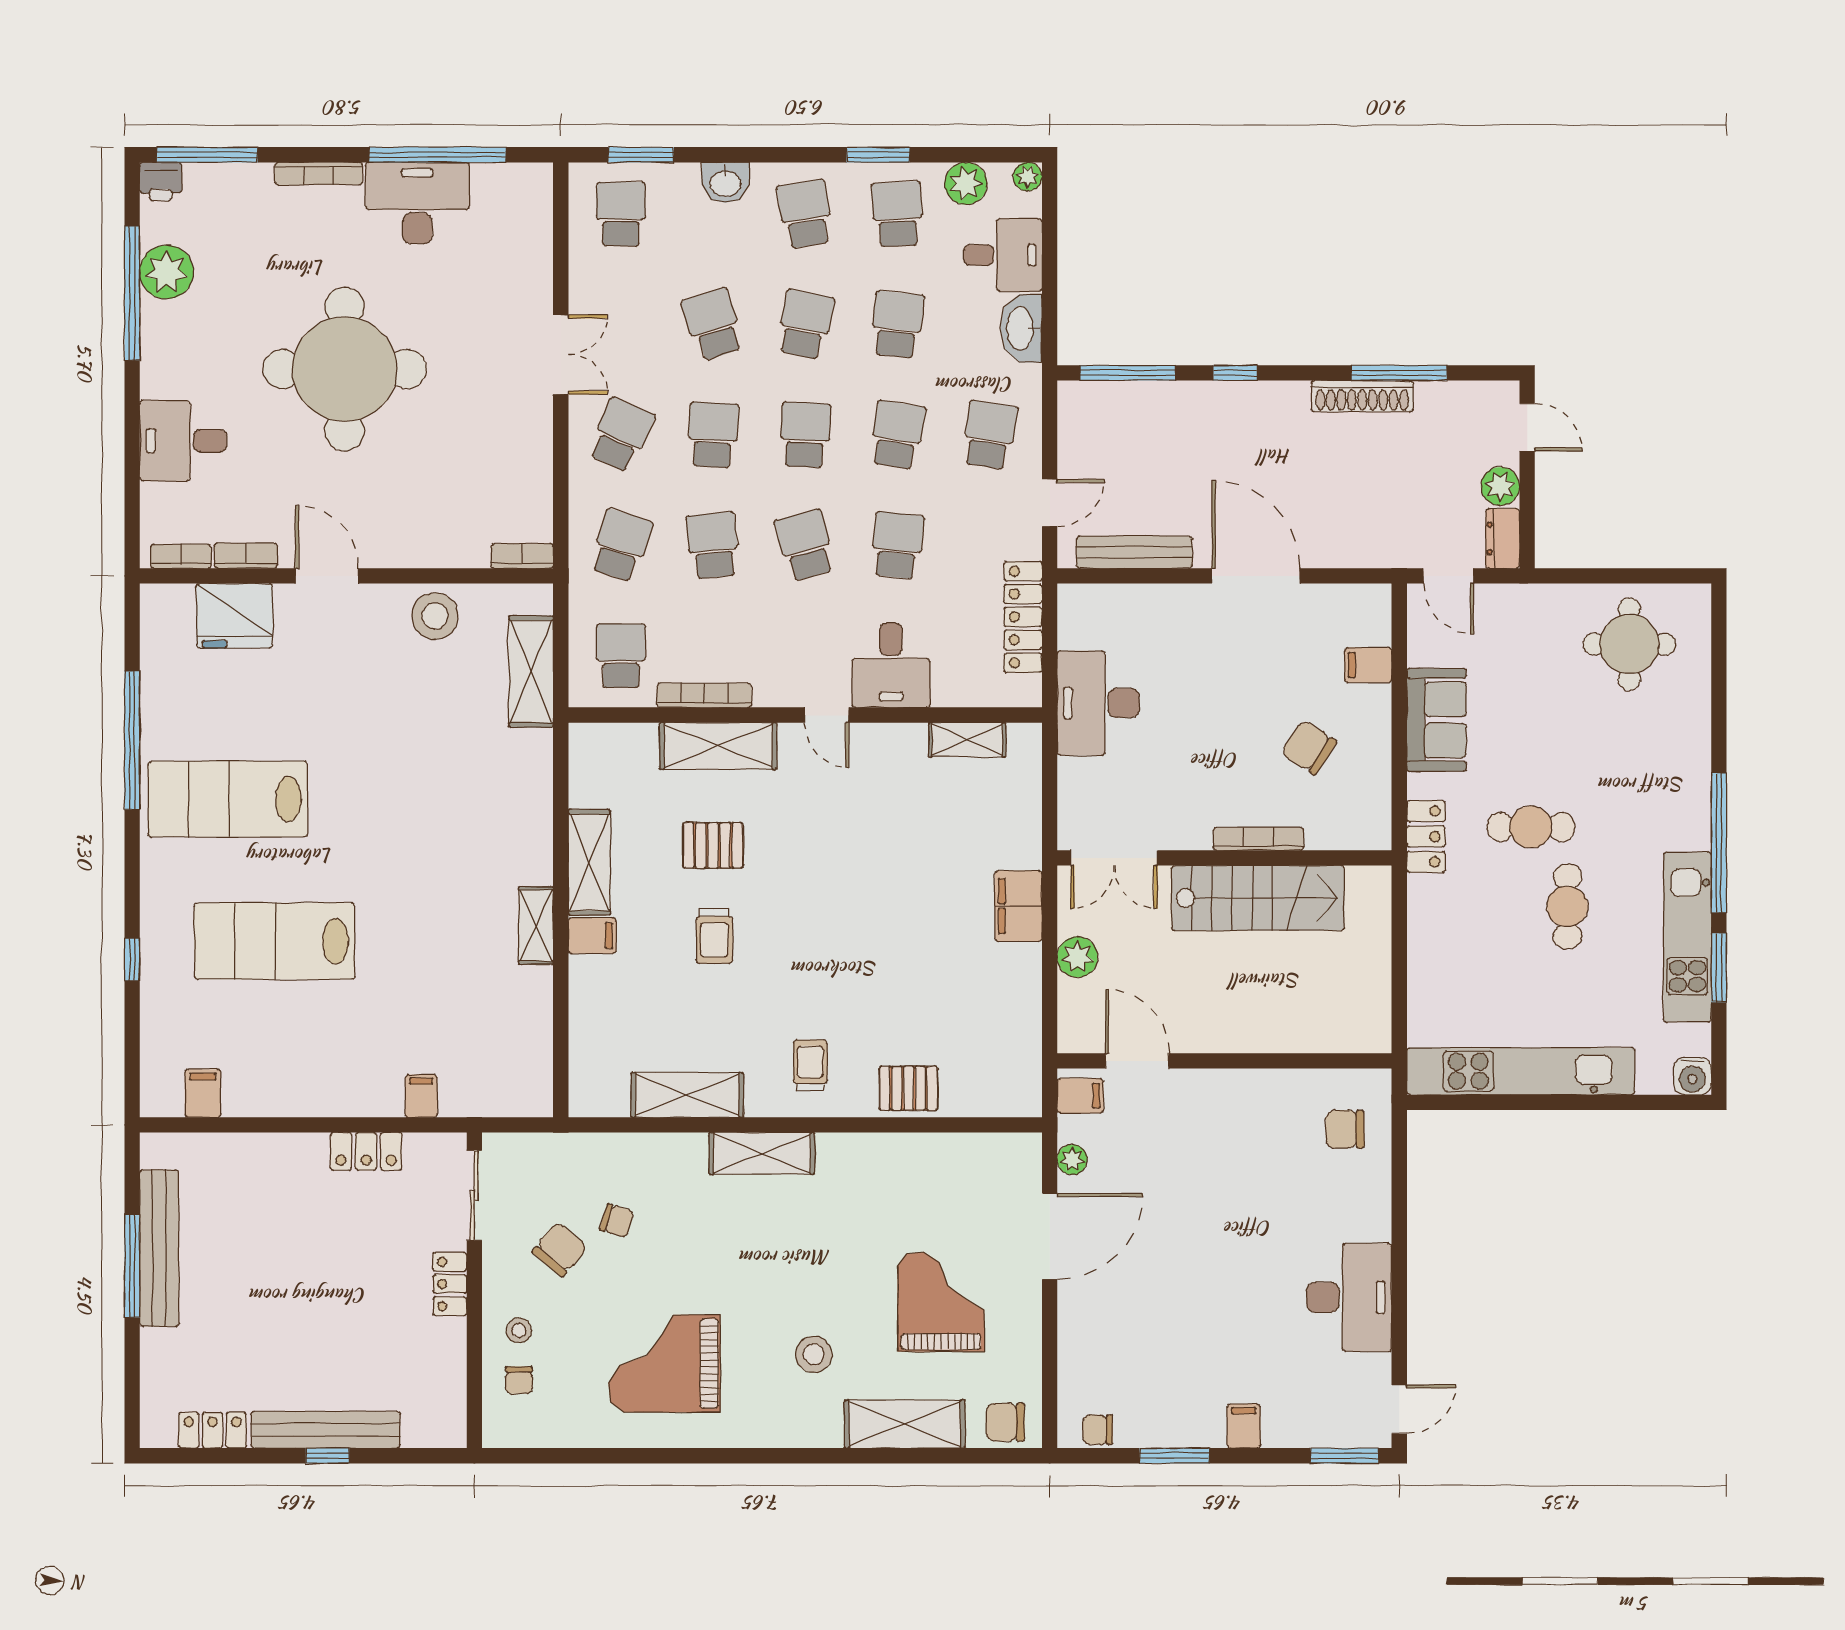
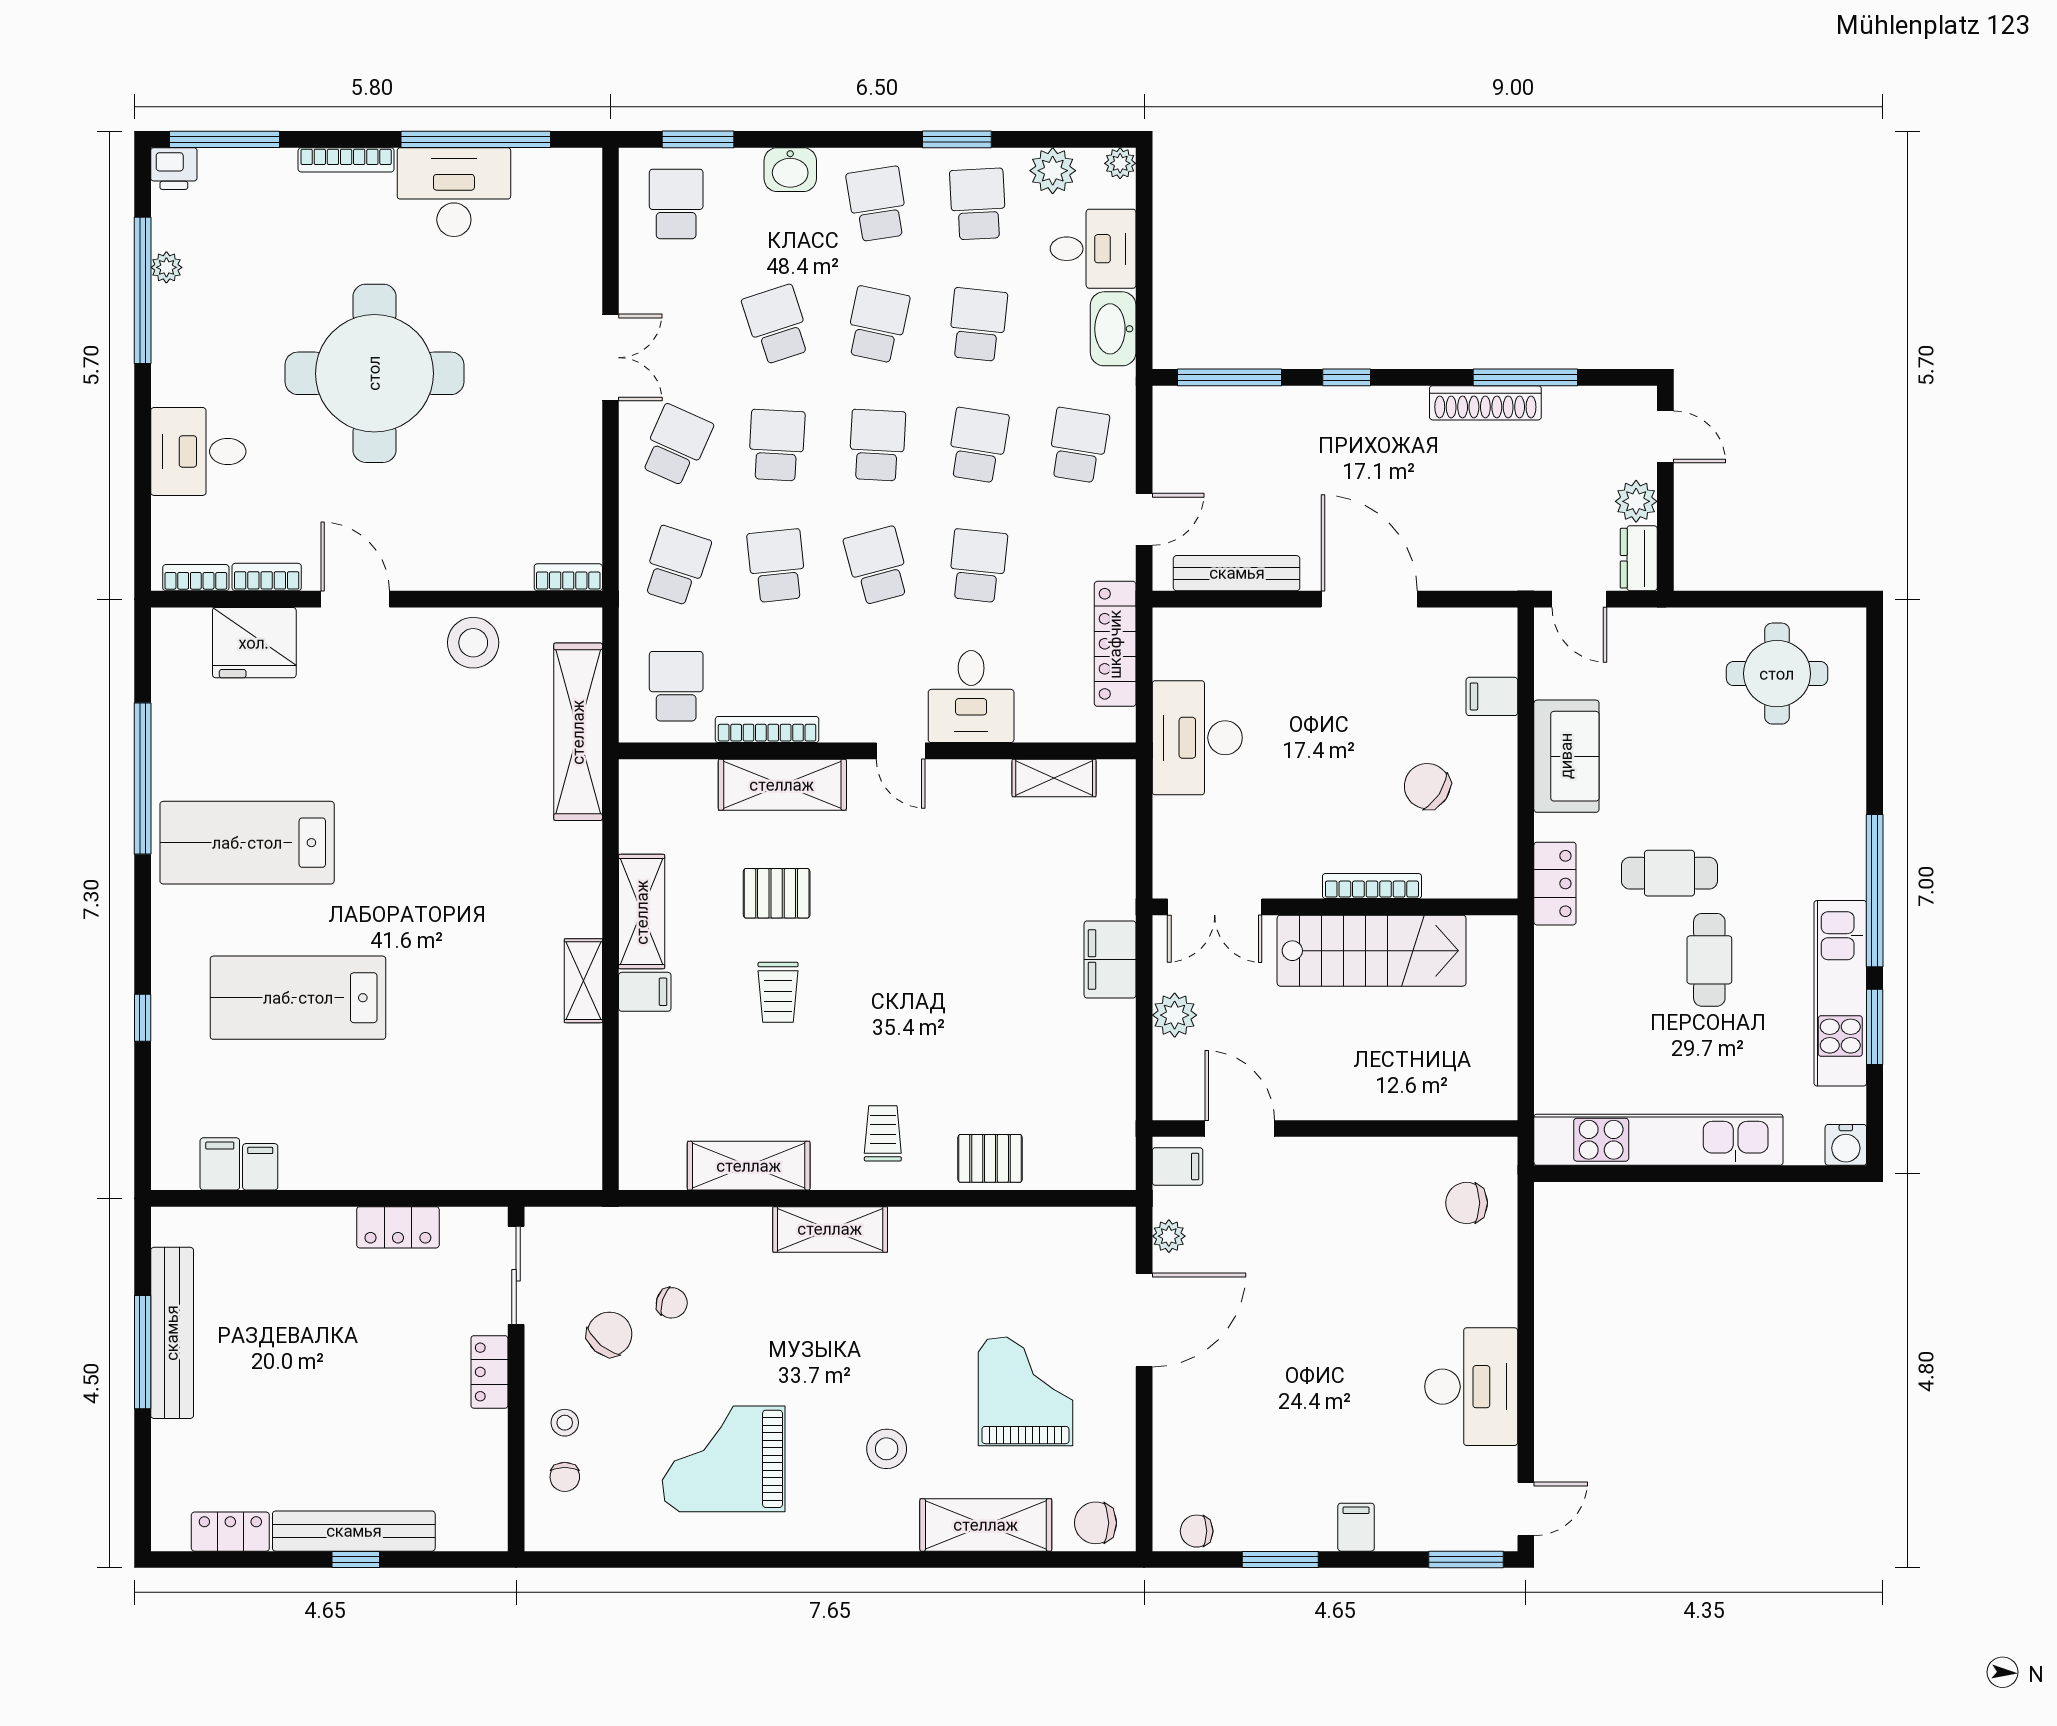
plant: (167, 272) -> (166, 267), width x0.53, depth x0.53
shelving: (531, 672) -> (578, 732), width x1.47
filing cabinet: (421, 1096) -> (260, 1167), moved

